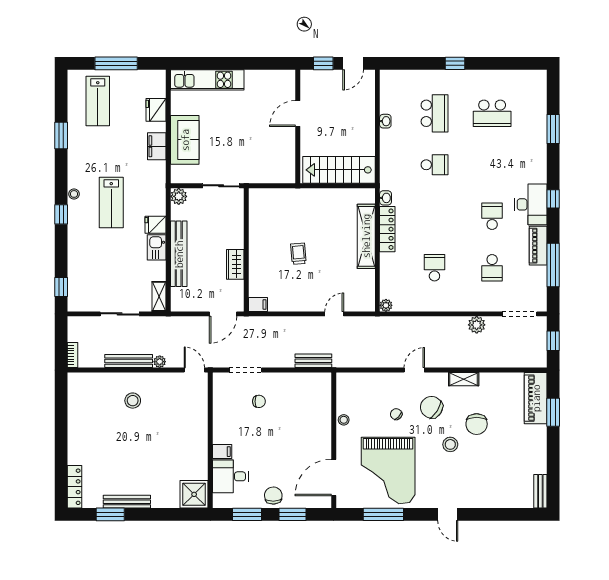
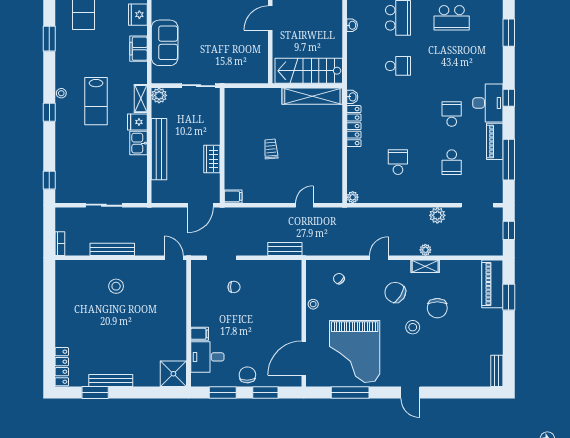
shelving: (366, 236) -> (312, 96), moved, turned 90
shelving: (159, 296) -> (141, 99), moved
plant: (160, 362) -> (425, 250), moved
chair: (396, 414) -> (339, 279), moved

